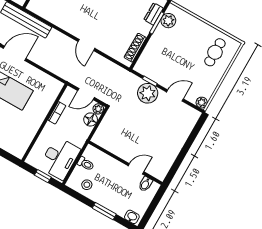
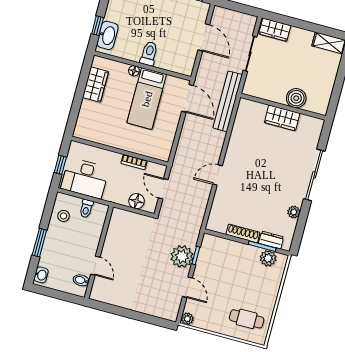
shoe rack: (135, 48) -> (243, 233), moved
plant: (98, 109) -> (150, 207), removed

